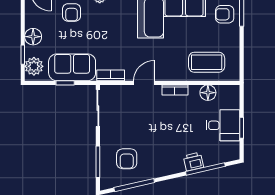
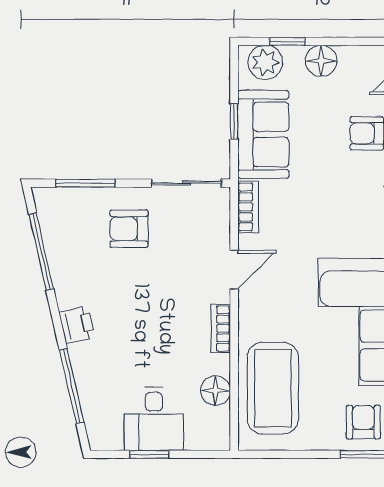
coffee table: (207, 62) -> (273, 388), width x1.36, depth x1.32
door: (144, 83) -> (234, 270), hinge flipped
armchair: (127, 159) -> (129, 229), moved
printer: (193, 162) -> (77, 325), moved

